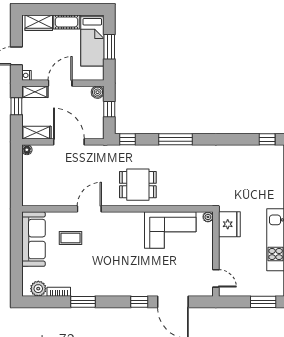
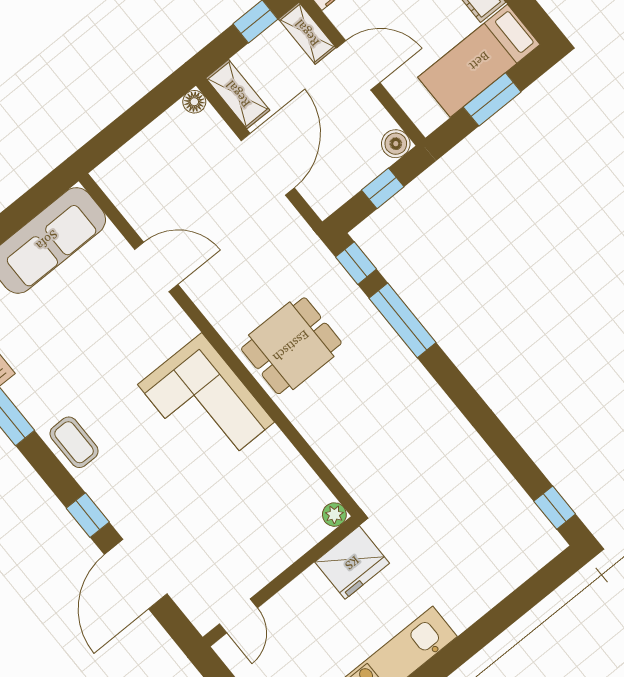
window: (176, 139) -> (403, 320), moved
dining table: (138, 185) -> (291, 346), turned 90
door: (89, 209) -> (156, 267), moved
corner sofa: (170, 230) -> (206, 403), moved
coffee table: (70, 238) -> (74, 442), moved

